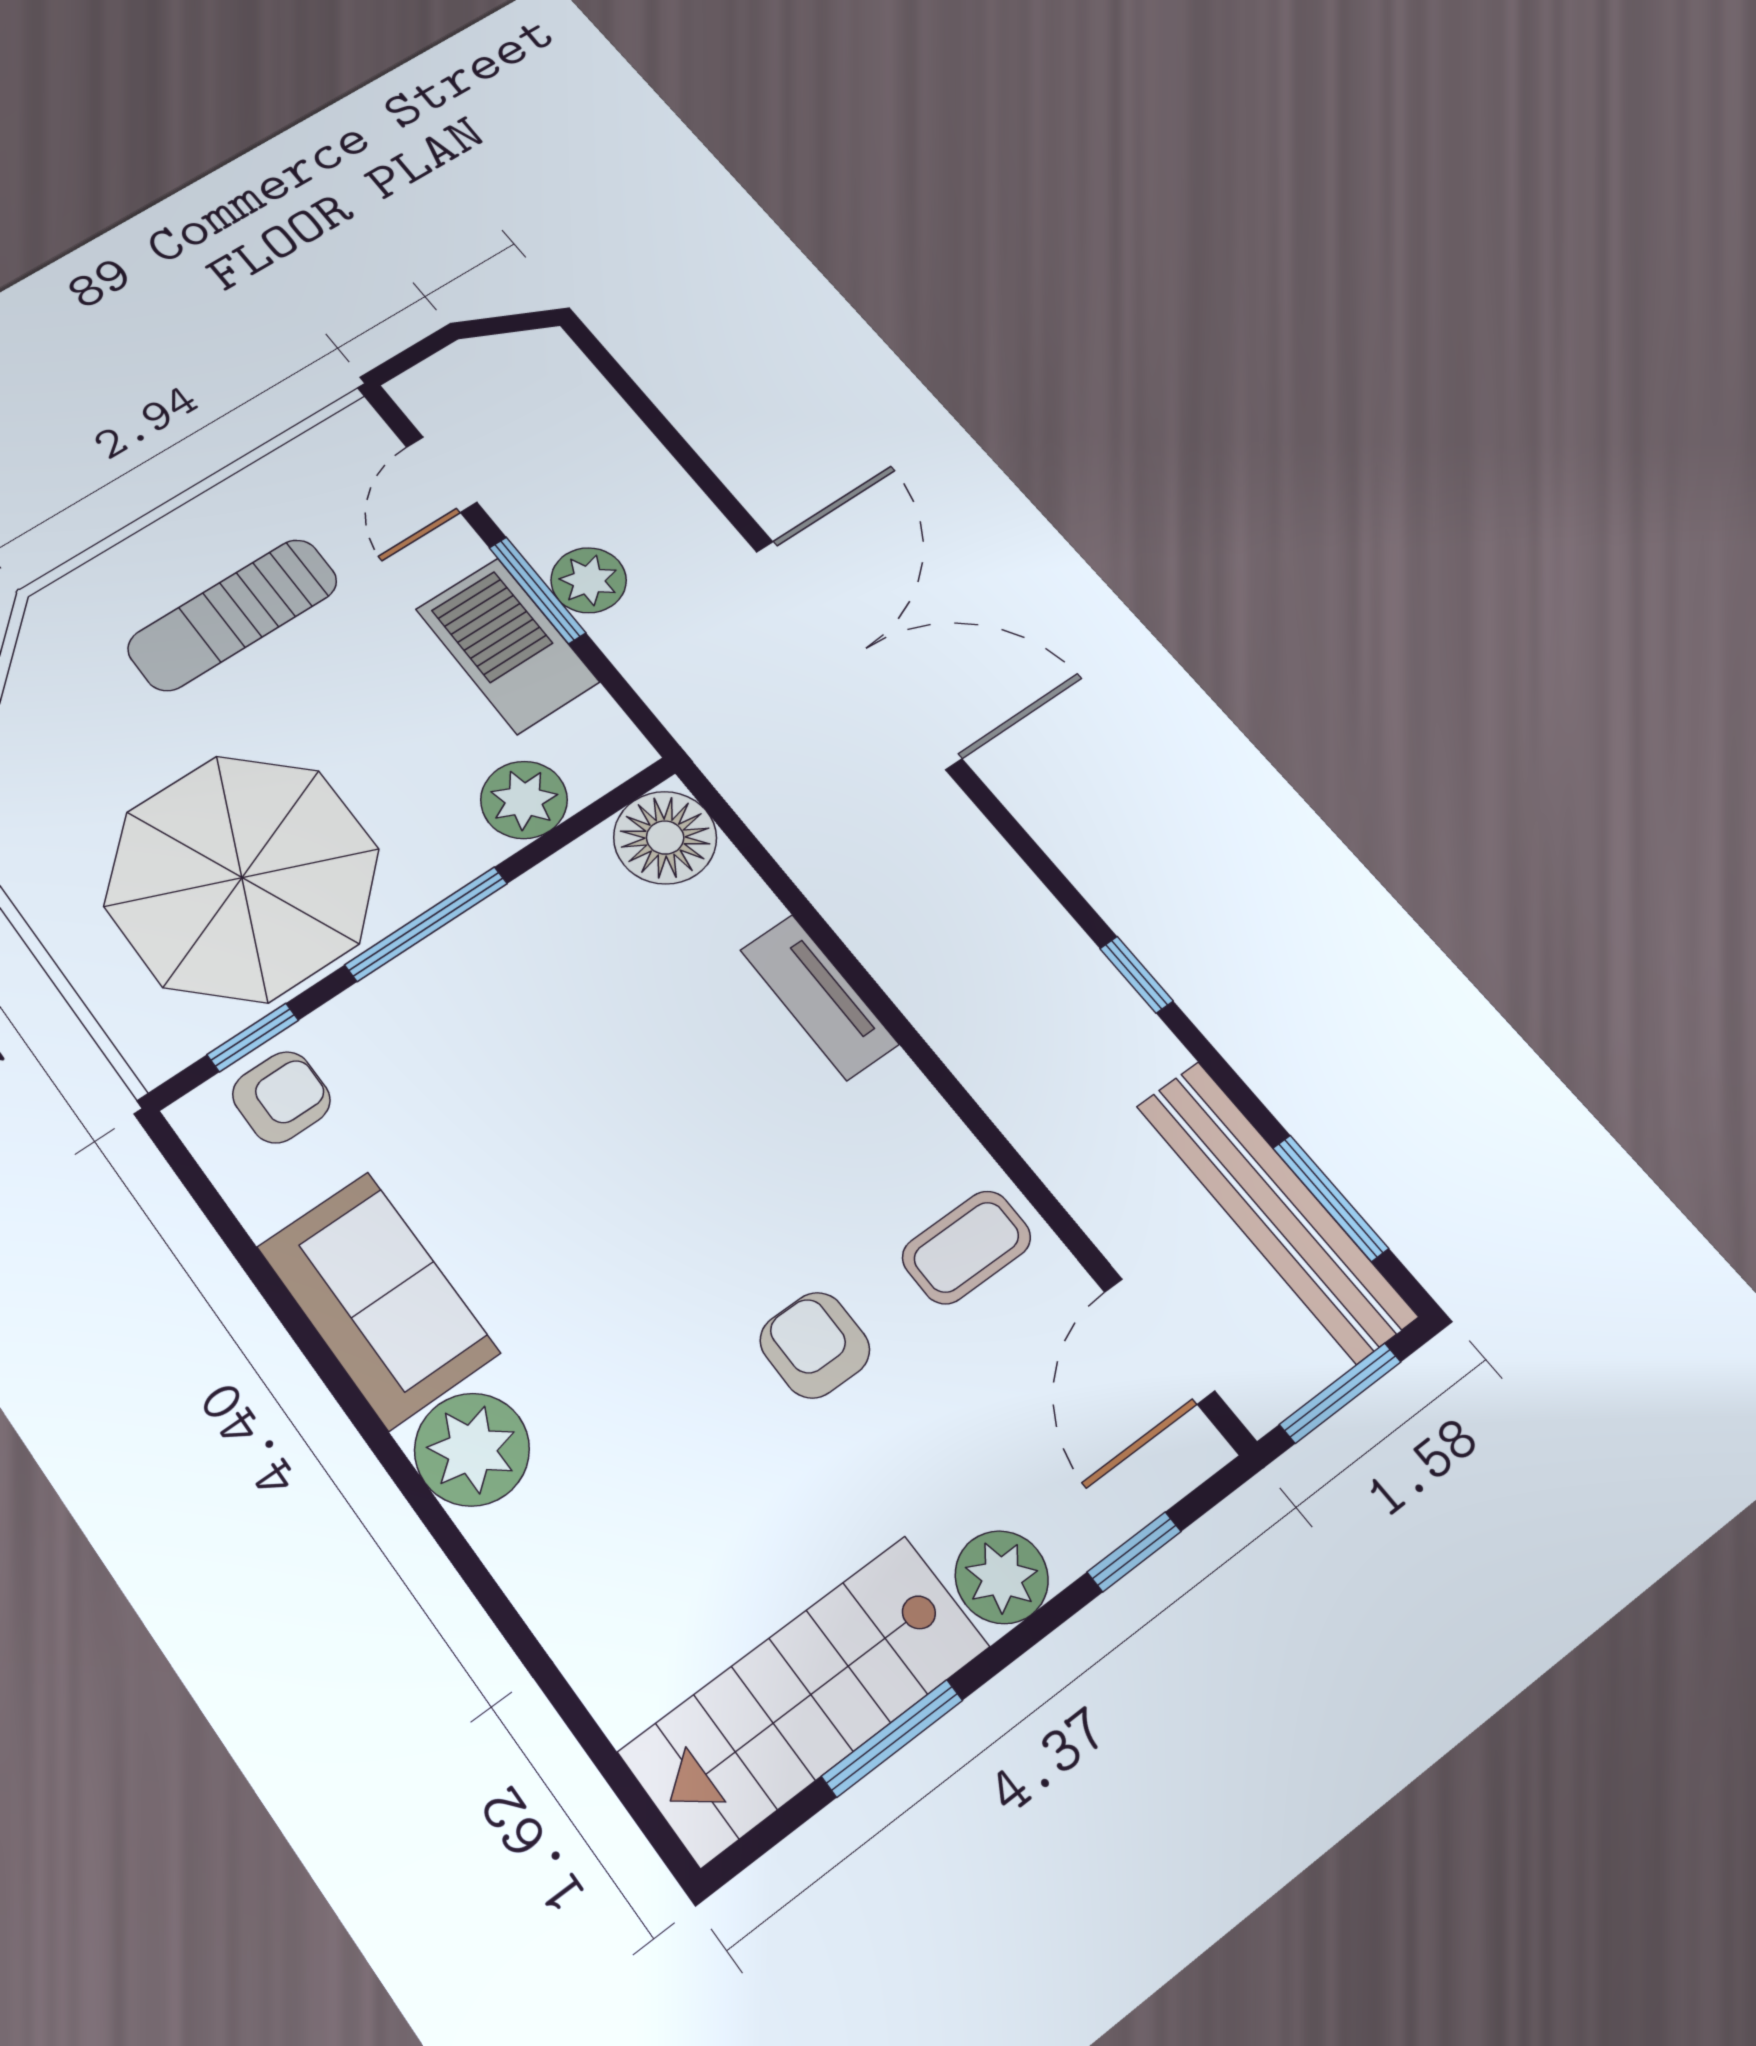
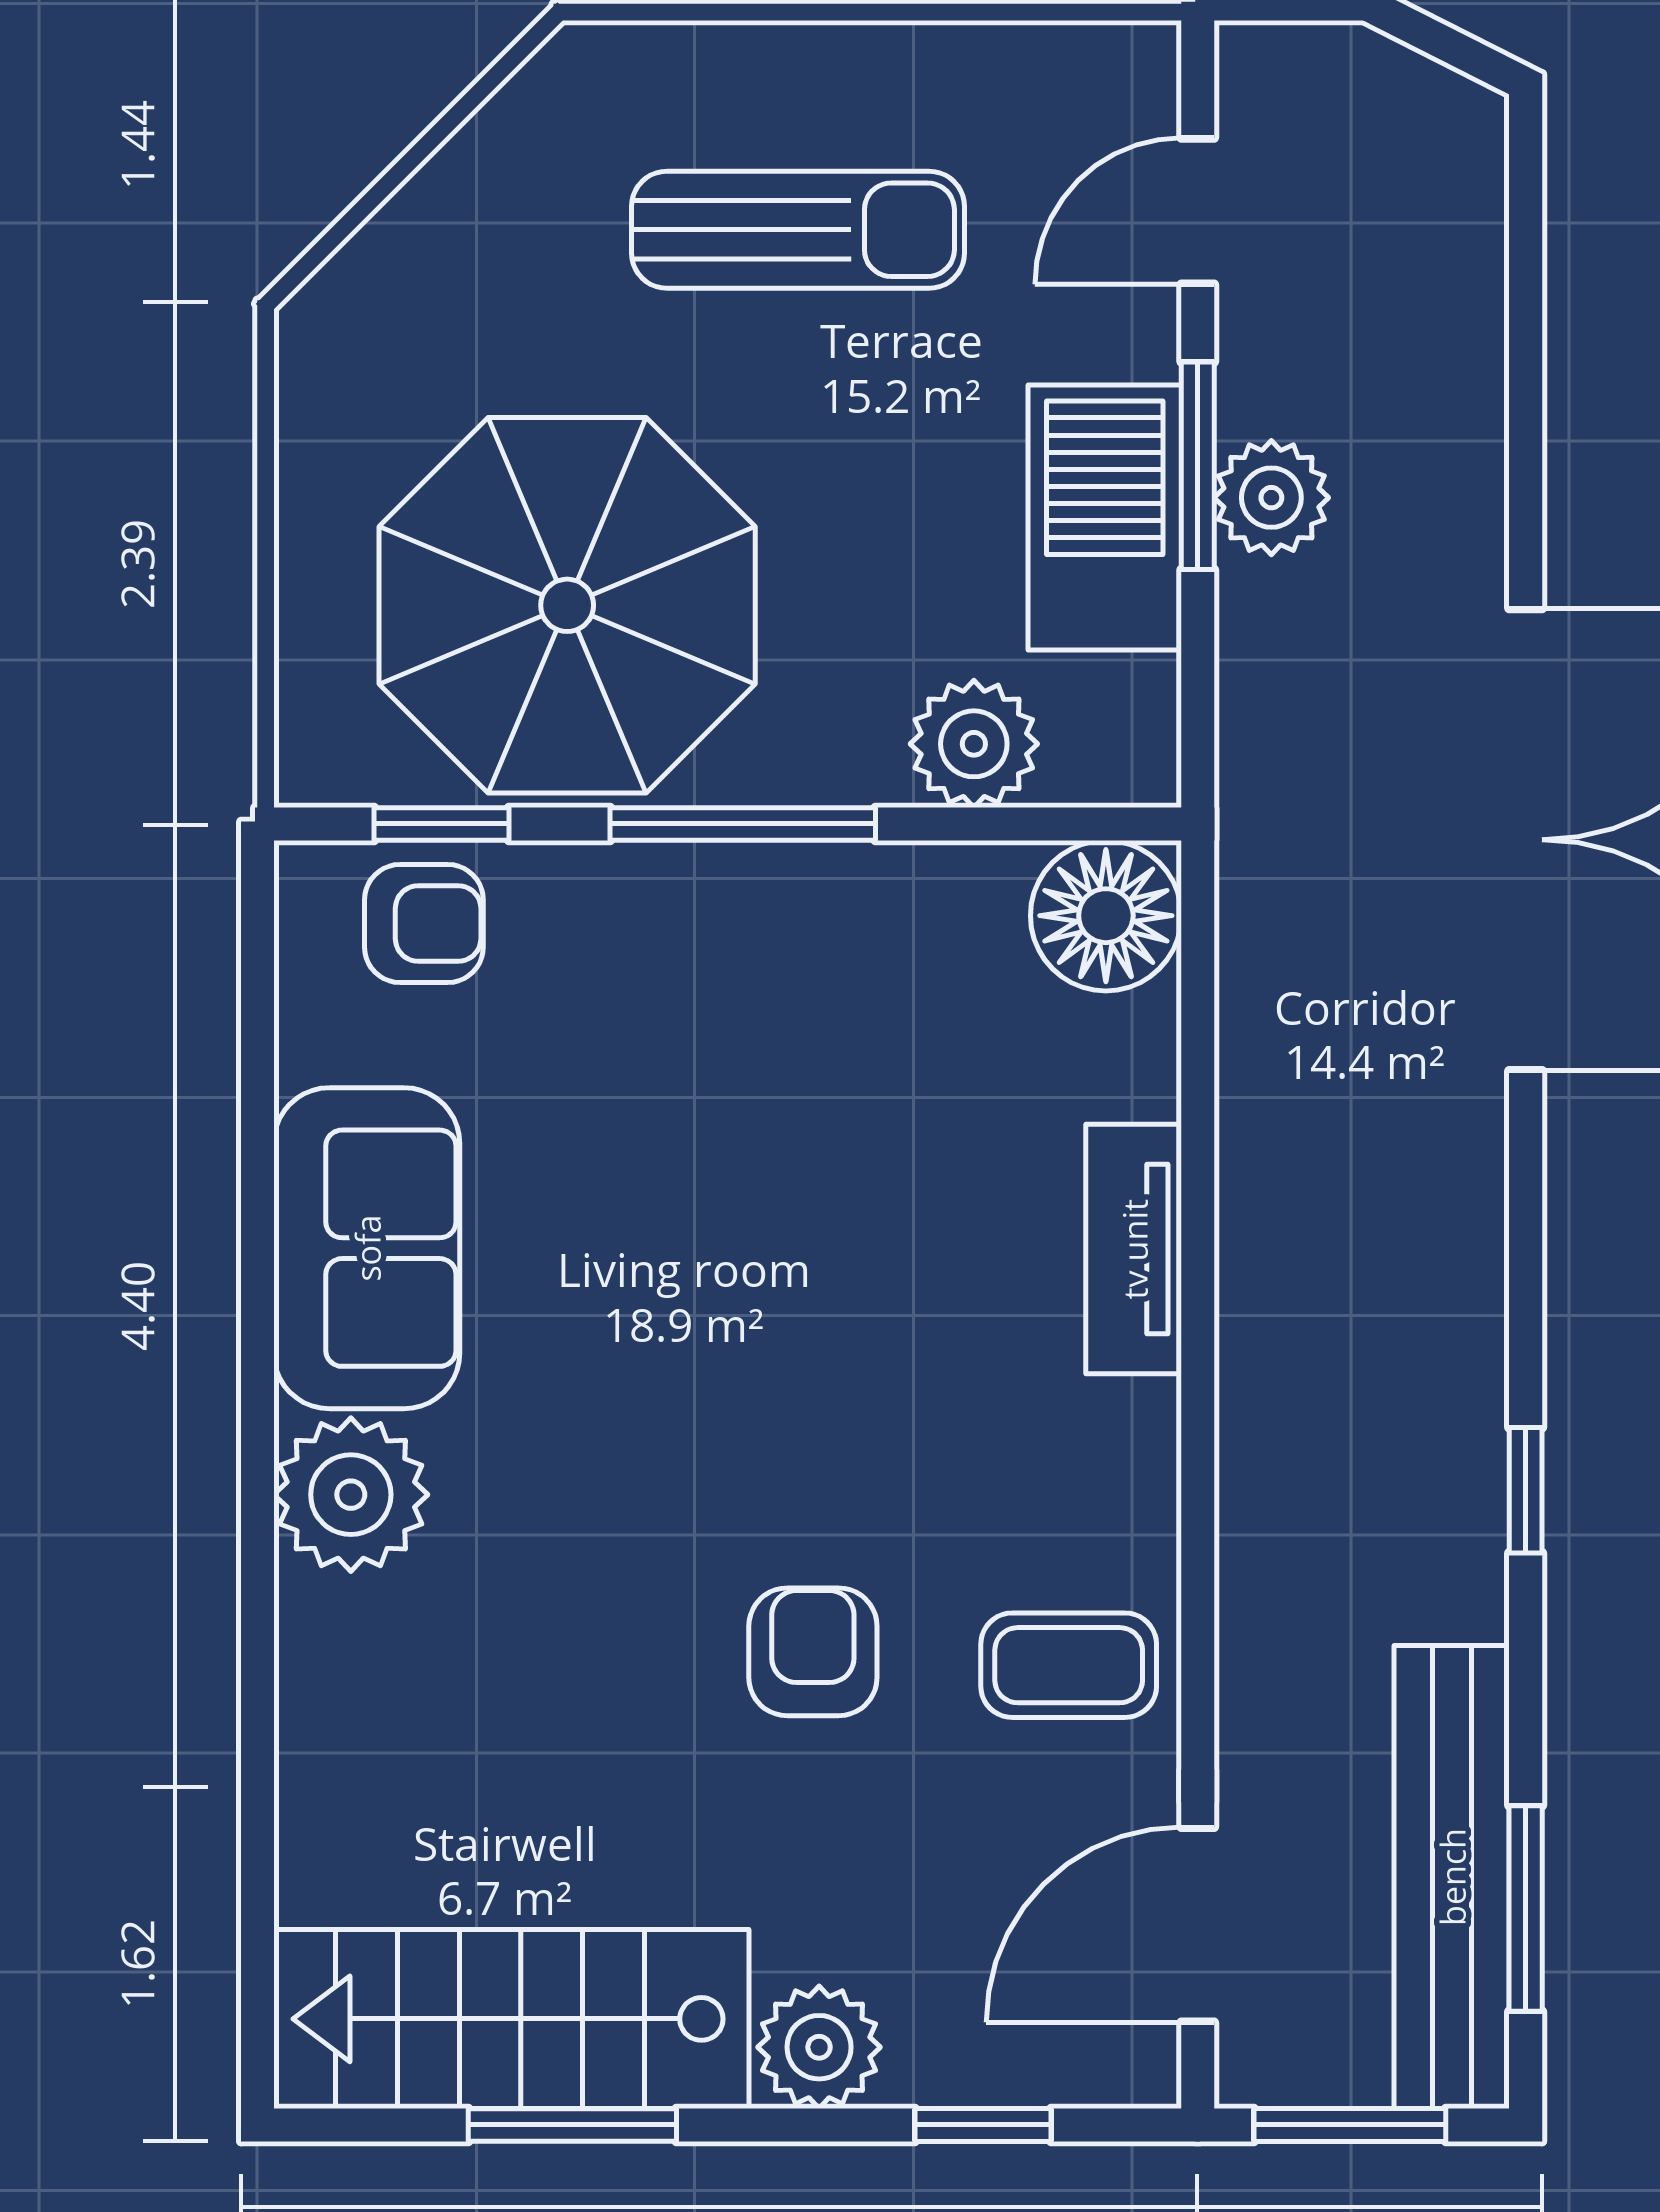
sun lounger: (233, 615) -> (798, 230), turned 180

